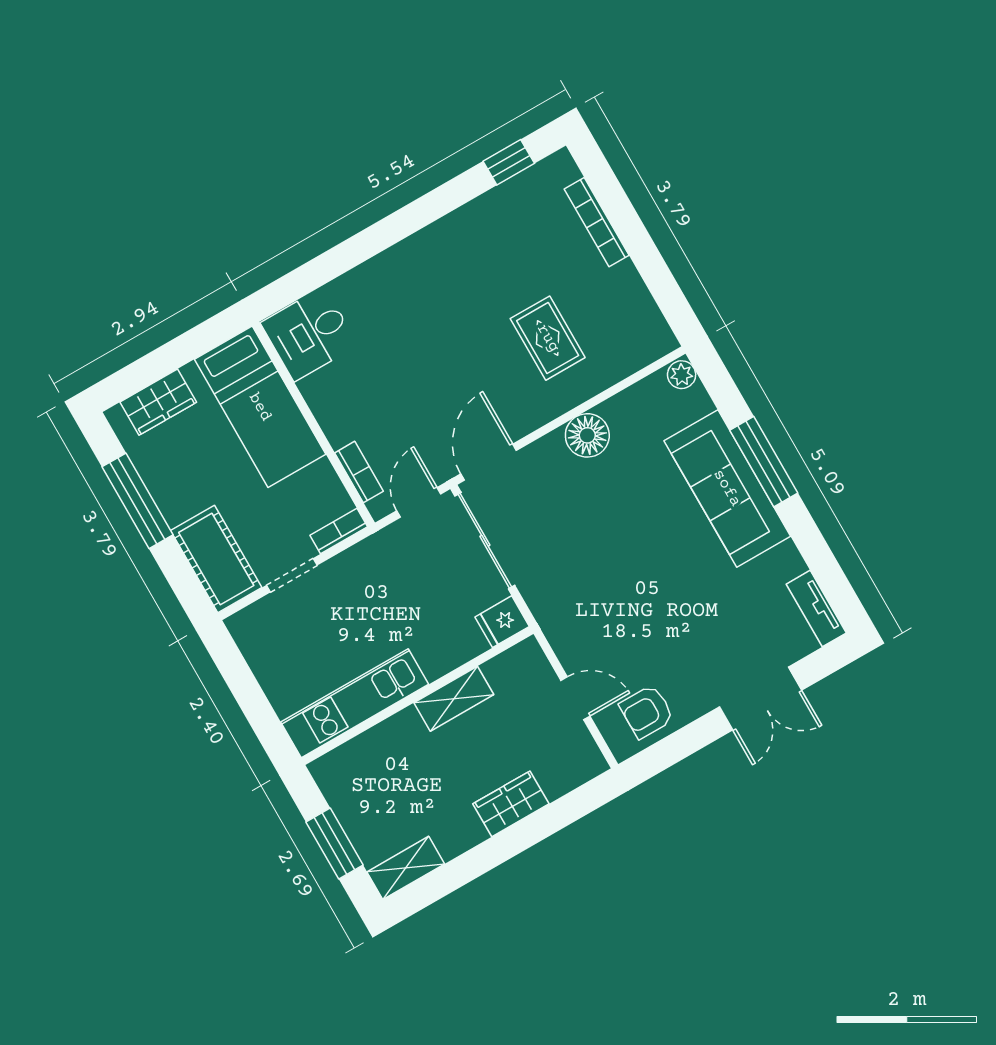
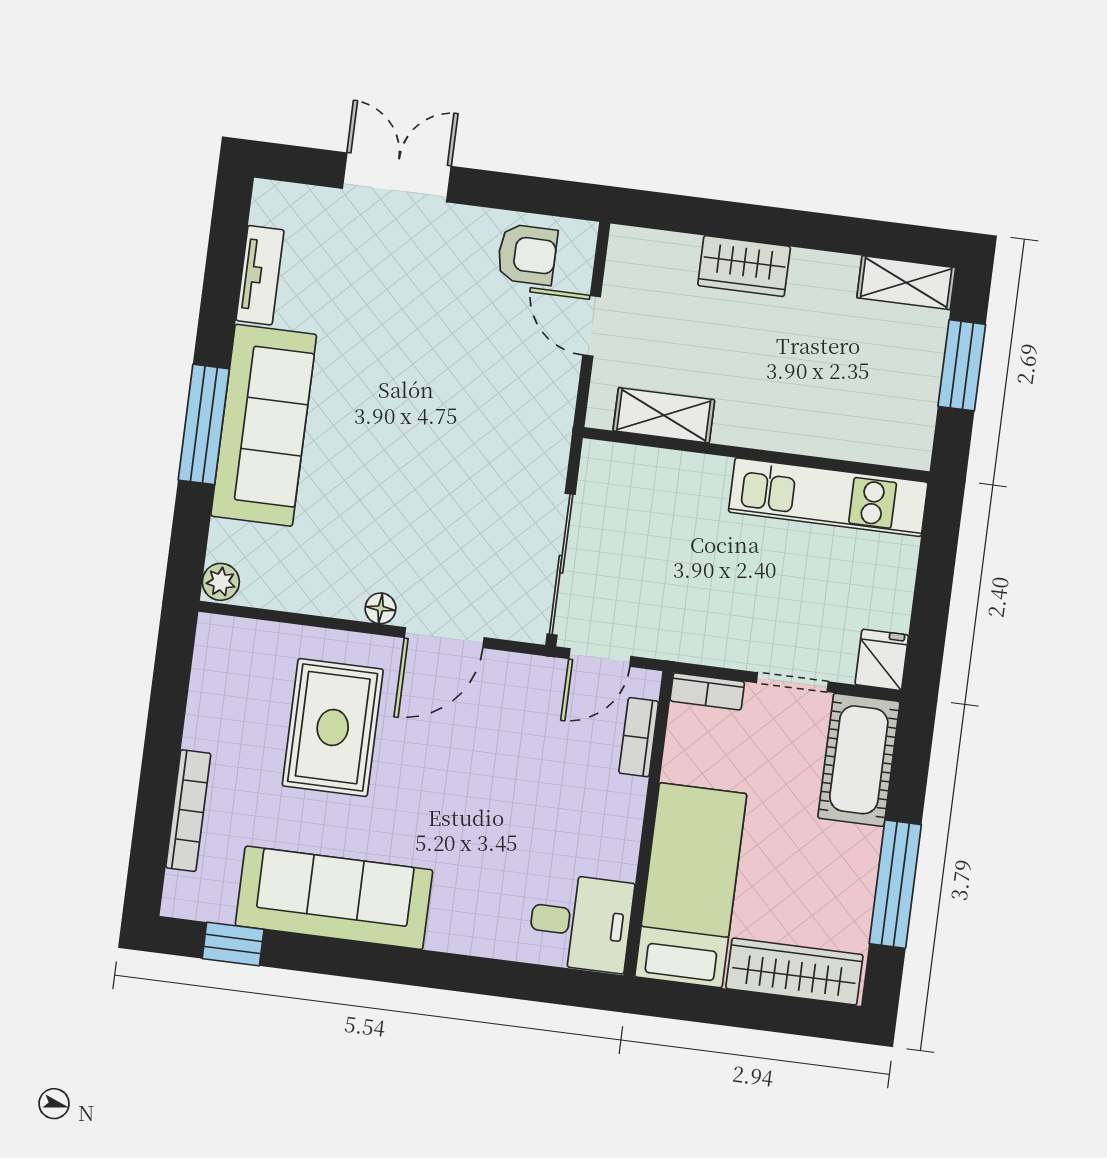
sofa: (469, 236) -> (334, 898), added
rug: (548, 338) -> (333, 728), width x1.36, depth x1.43
wardrobe: (158, 402) -> (794, 972), width x1.50
floor lamp: (587, 435) -> (381, 608), width x0.53, depth x0.53
door: (489, 462) -> (444, 638), moved
tv unit: (816, 609) -> (260, 275), moved
fridge: (502, 622) -> (882, 660), moved, turned -90
shelving: (454, 699) -> (664, 415), moved

